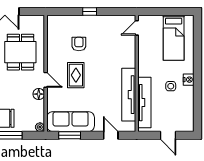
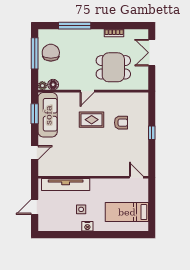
floor lamp: (39, 94) -> (53, 85), moved
tv unit: (129, 95) -> (73, 170), removed

